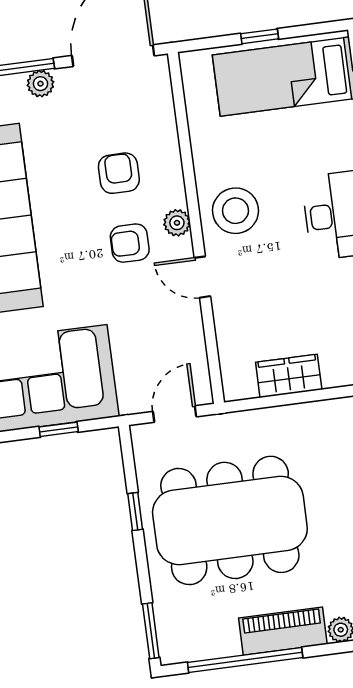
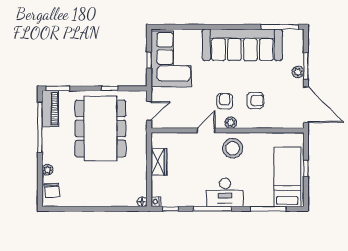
door: (175, 414) -> (149, 111), hinge flipped
piano: (283, 631) -> (50, 109), moved

